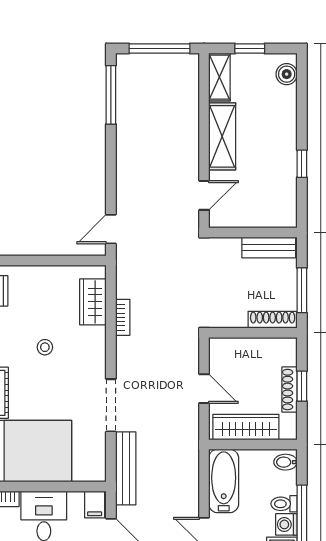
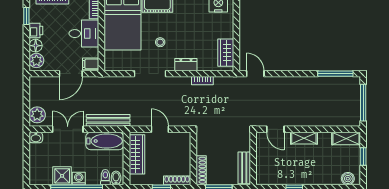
shelving: (222, 136) -> (304, 138), width x0.67, depth x0.75
wardrobe: (93, 302) -> (226, 53), moved, turned -90
dresser: (96, 345) -> (186, 65), added
stool: (45, 347) -> (160, 42), moved
door: (204, 389) -> (160, 129), swing flipped
shoe rack: (290, 390) -> (177, 180), moved
bench: (126, 468) -> (108, 120), moved
toilet: (284, 504) -> (105, 177), moved

